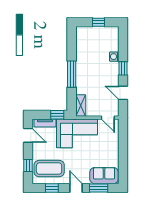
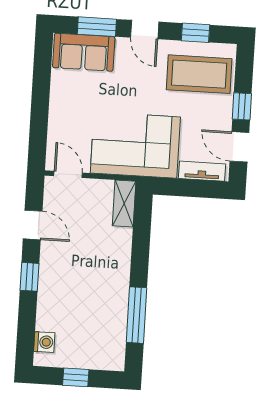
washing machine: (114, 57) -> (44, 342), moved
window: (72, 74) -> (136, 315), moved
window: (57, 115) -> (175, 187), removed
window: (28, 166) -> (242, 106), moved

